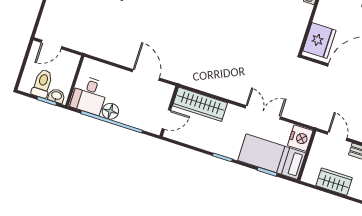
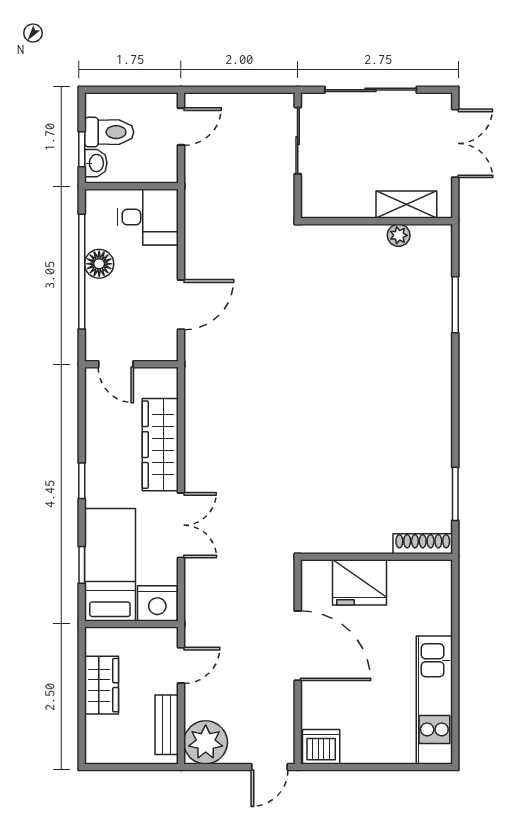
fridge: (319, 41) -> (359, 582), moved
door: (52, 45) -> (181, 127), swing flipped
desk: (89, 95) -> (148, 217), moved, turned 180
wardrobe: (200, 104) -> (160, 445), moved

